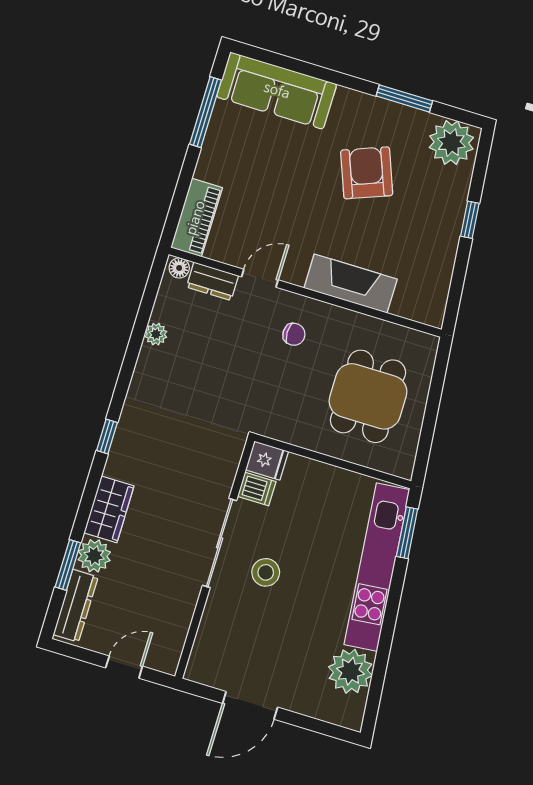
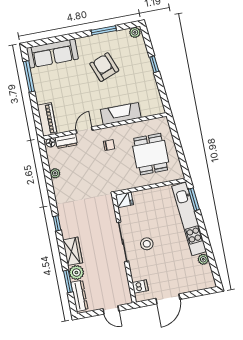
plant: (451, 143) -> (135, 32), width x0.53, depth x0.53
dishwasher: (257, 489) -> (140, 287), moved
door: (124, 667) -> (111, 310), swing flipped
plant: (350, 671) -> (203, 259), width x0.53, depth x0.53

